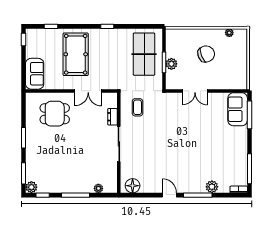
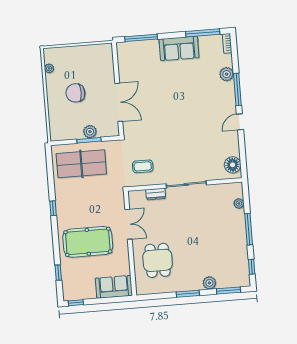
chair: (206, 54) -> (75, 93), turned -68
double door: (195, 91) -> (119, 102), width x1.37
sofa: (238, 109) -> (179, 48), moved
plant: (31, 187) -> (209, 283), moved

